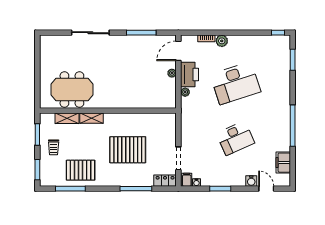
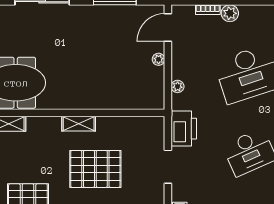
printer: (190, 74) -> (184, 129), moved
shelving: (91, 118) -> (79, 124), moved
doorway: (178, 158) -> (168, 167), moved

